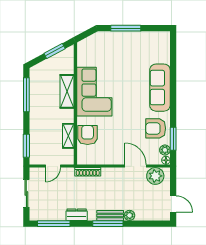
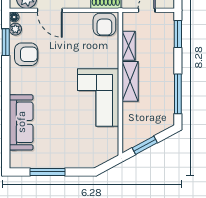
window: (126, 28) -> (47, 172), moved
sofa: (160, 88) -> (21, 122), moved
shelving: (67, 91) -> (130, 81), moved
armchair: (88, 135) -> (104, 24), moved

